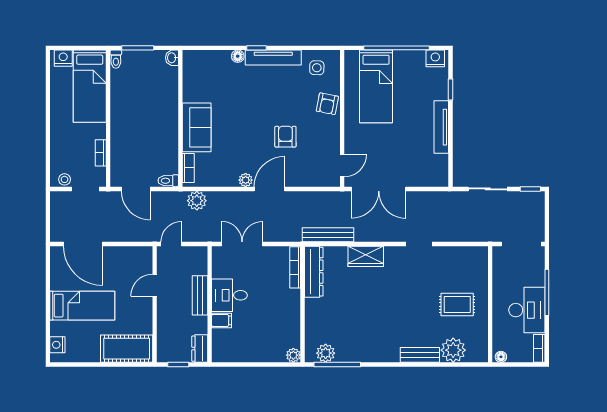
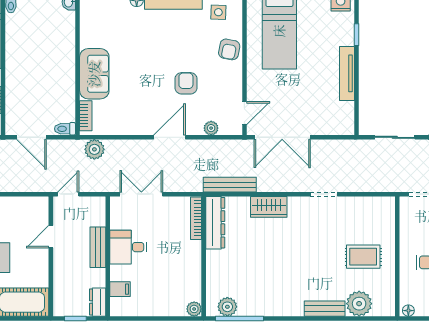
plant: (246, 180) -> (211, 128), moved
filing cabinet: (221, 320) -> (120, 289), moved

